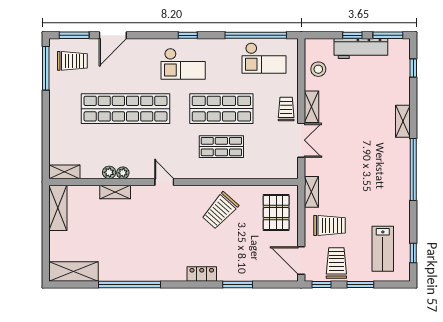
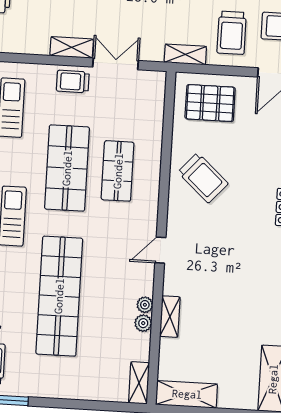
stool: (318, 69) -> (22, 35), removed
trolley: (330, 225) -> (232, 33), turned 180

